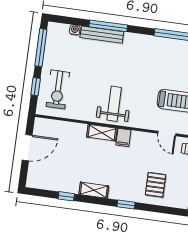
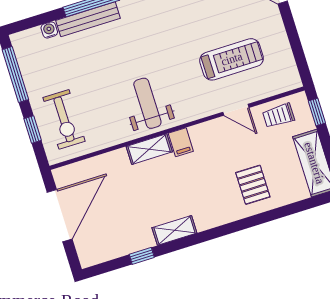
door: (27, 148) -> (60, 216), width x1.36
window: (126, 205) -> (226, 229), removed

